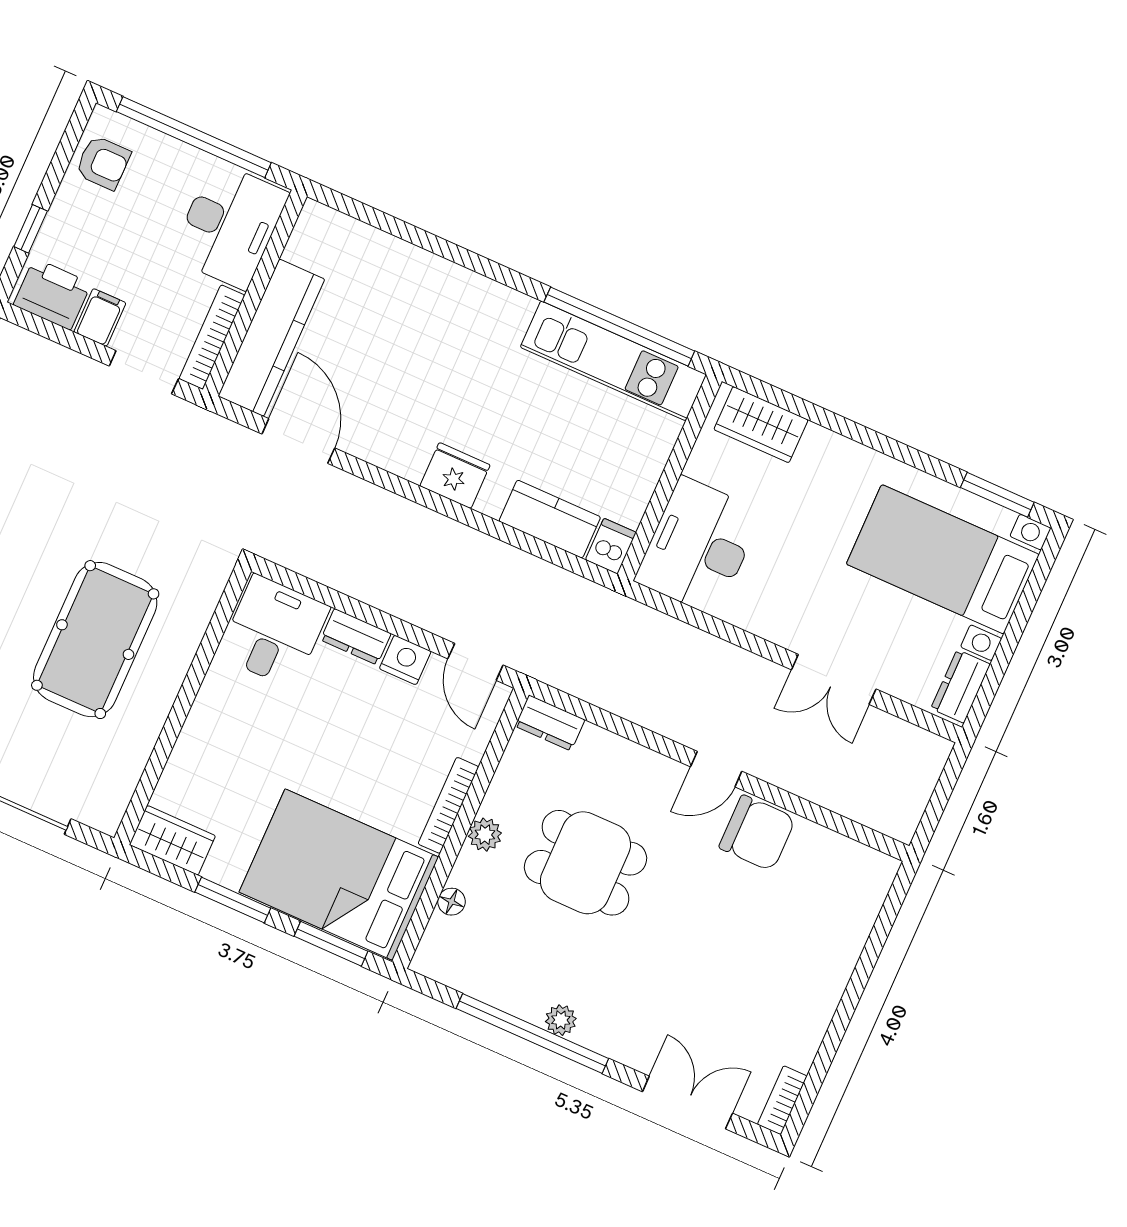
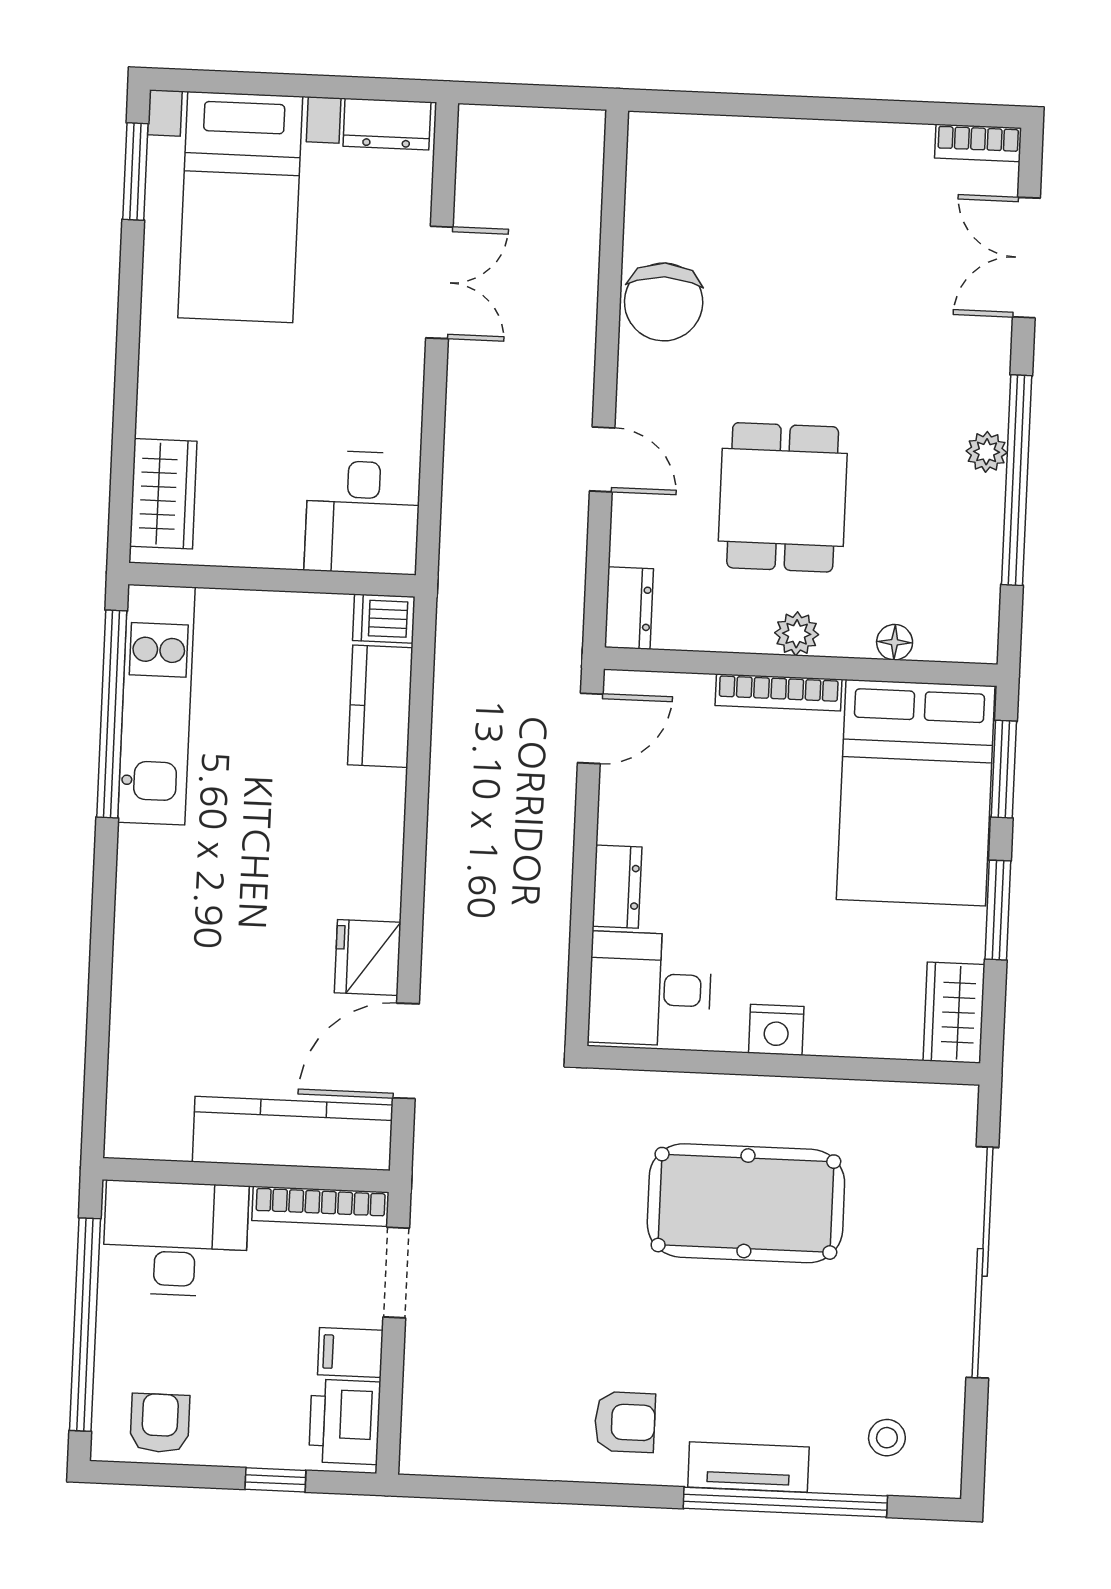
fridge: (455, 476) -> (368, 958), moved
desk: (699, 546) -> (363, 512), width x0.73
nightstand: (405, 660) -> (776, 1030), moved, turned -90
door: (716, 769) -> (602, 459), moved
chair: (757, 833) -> (664, 302), turned 180

